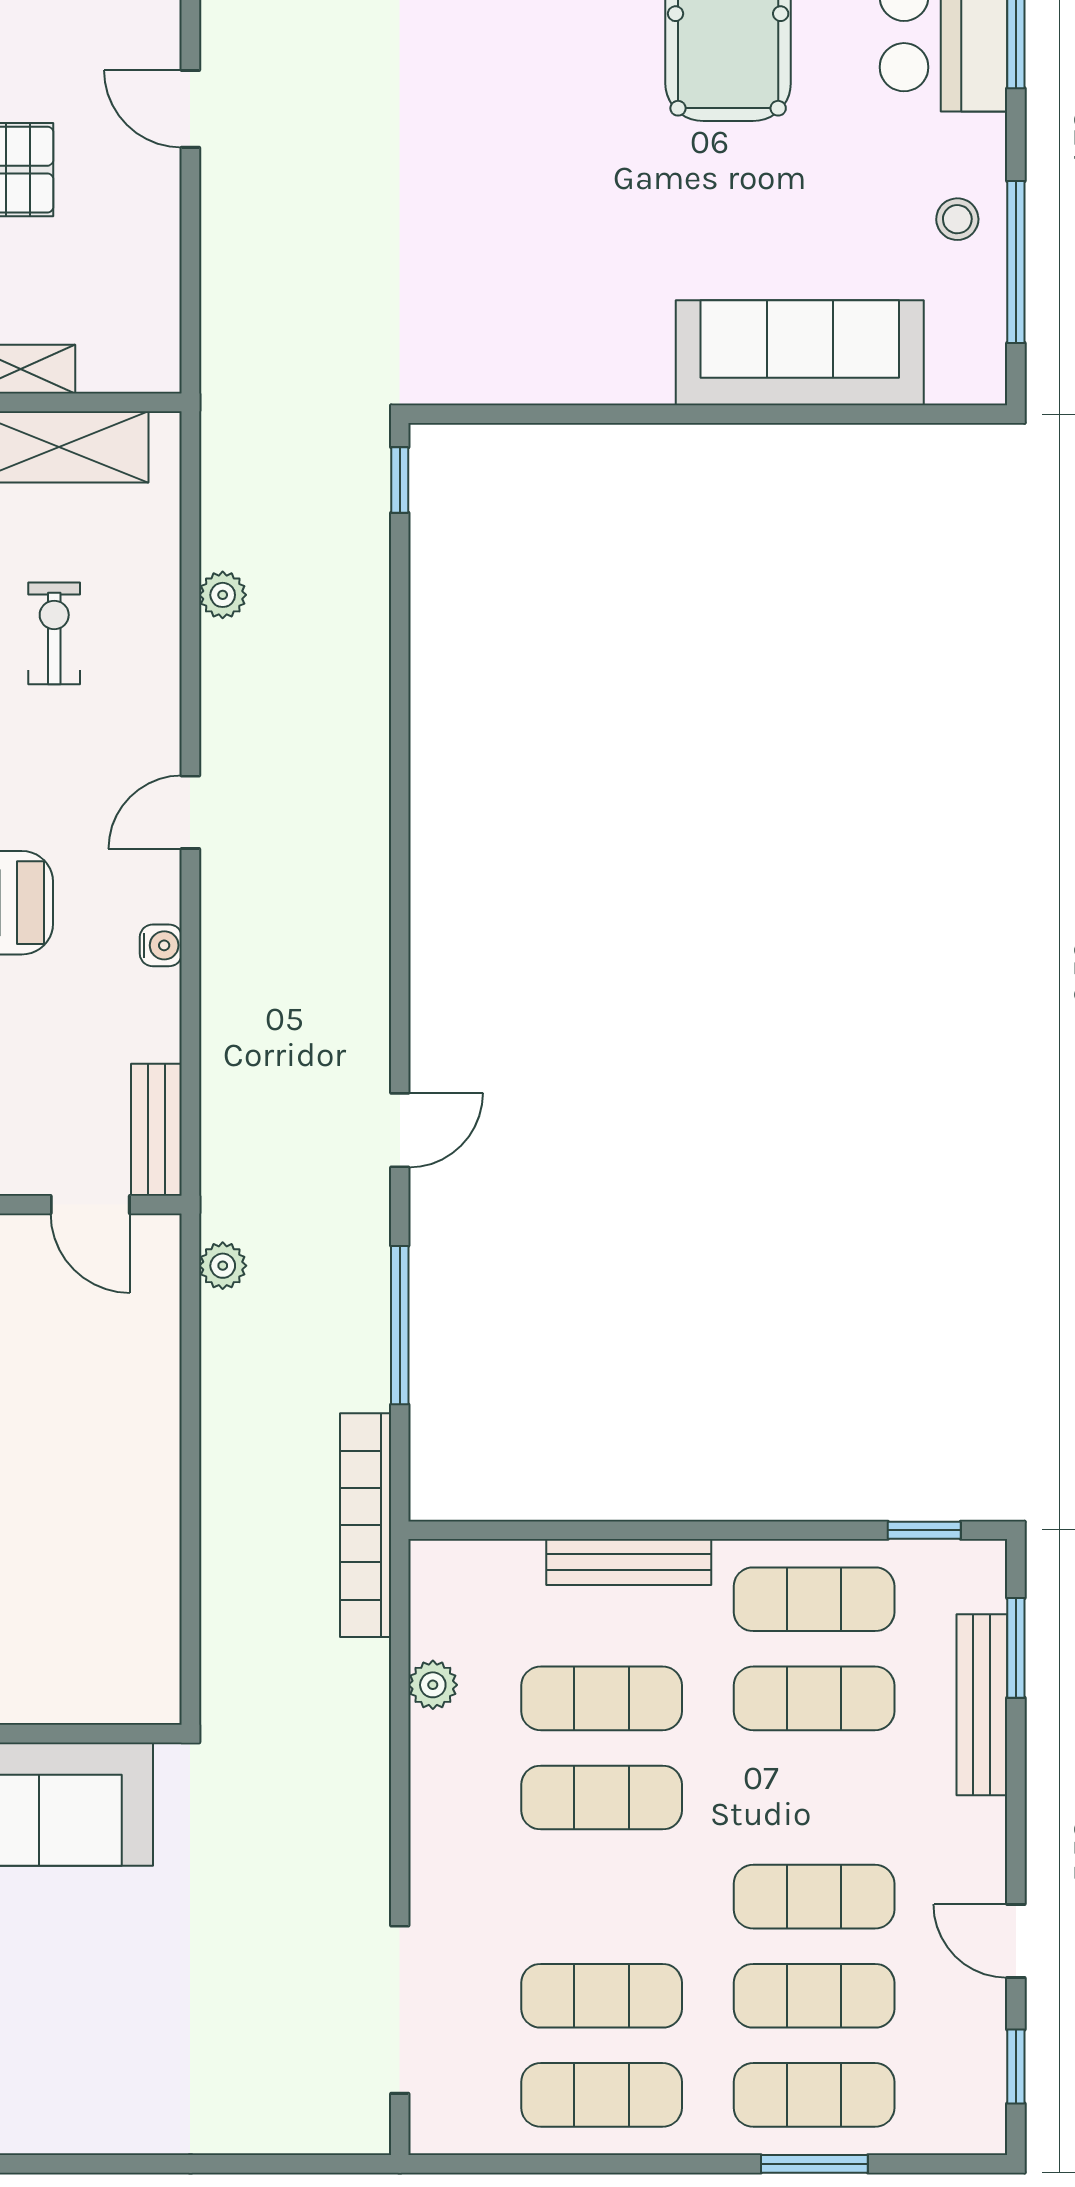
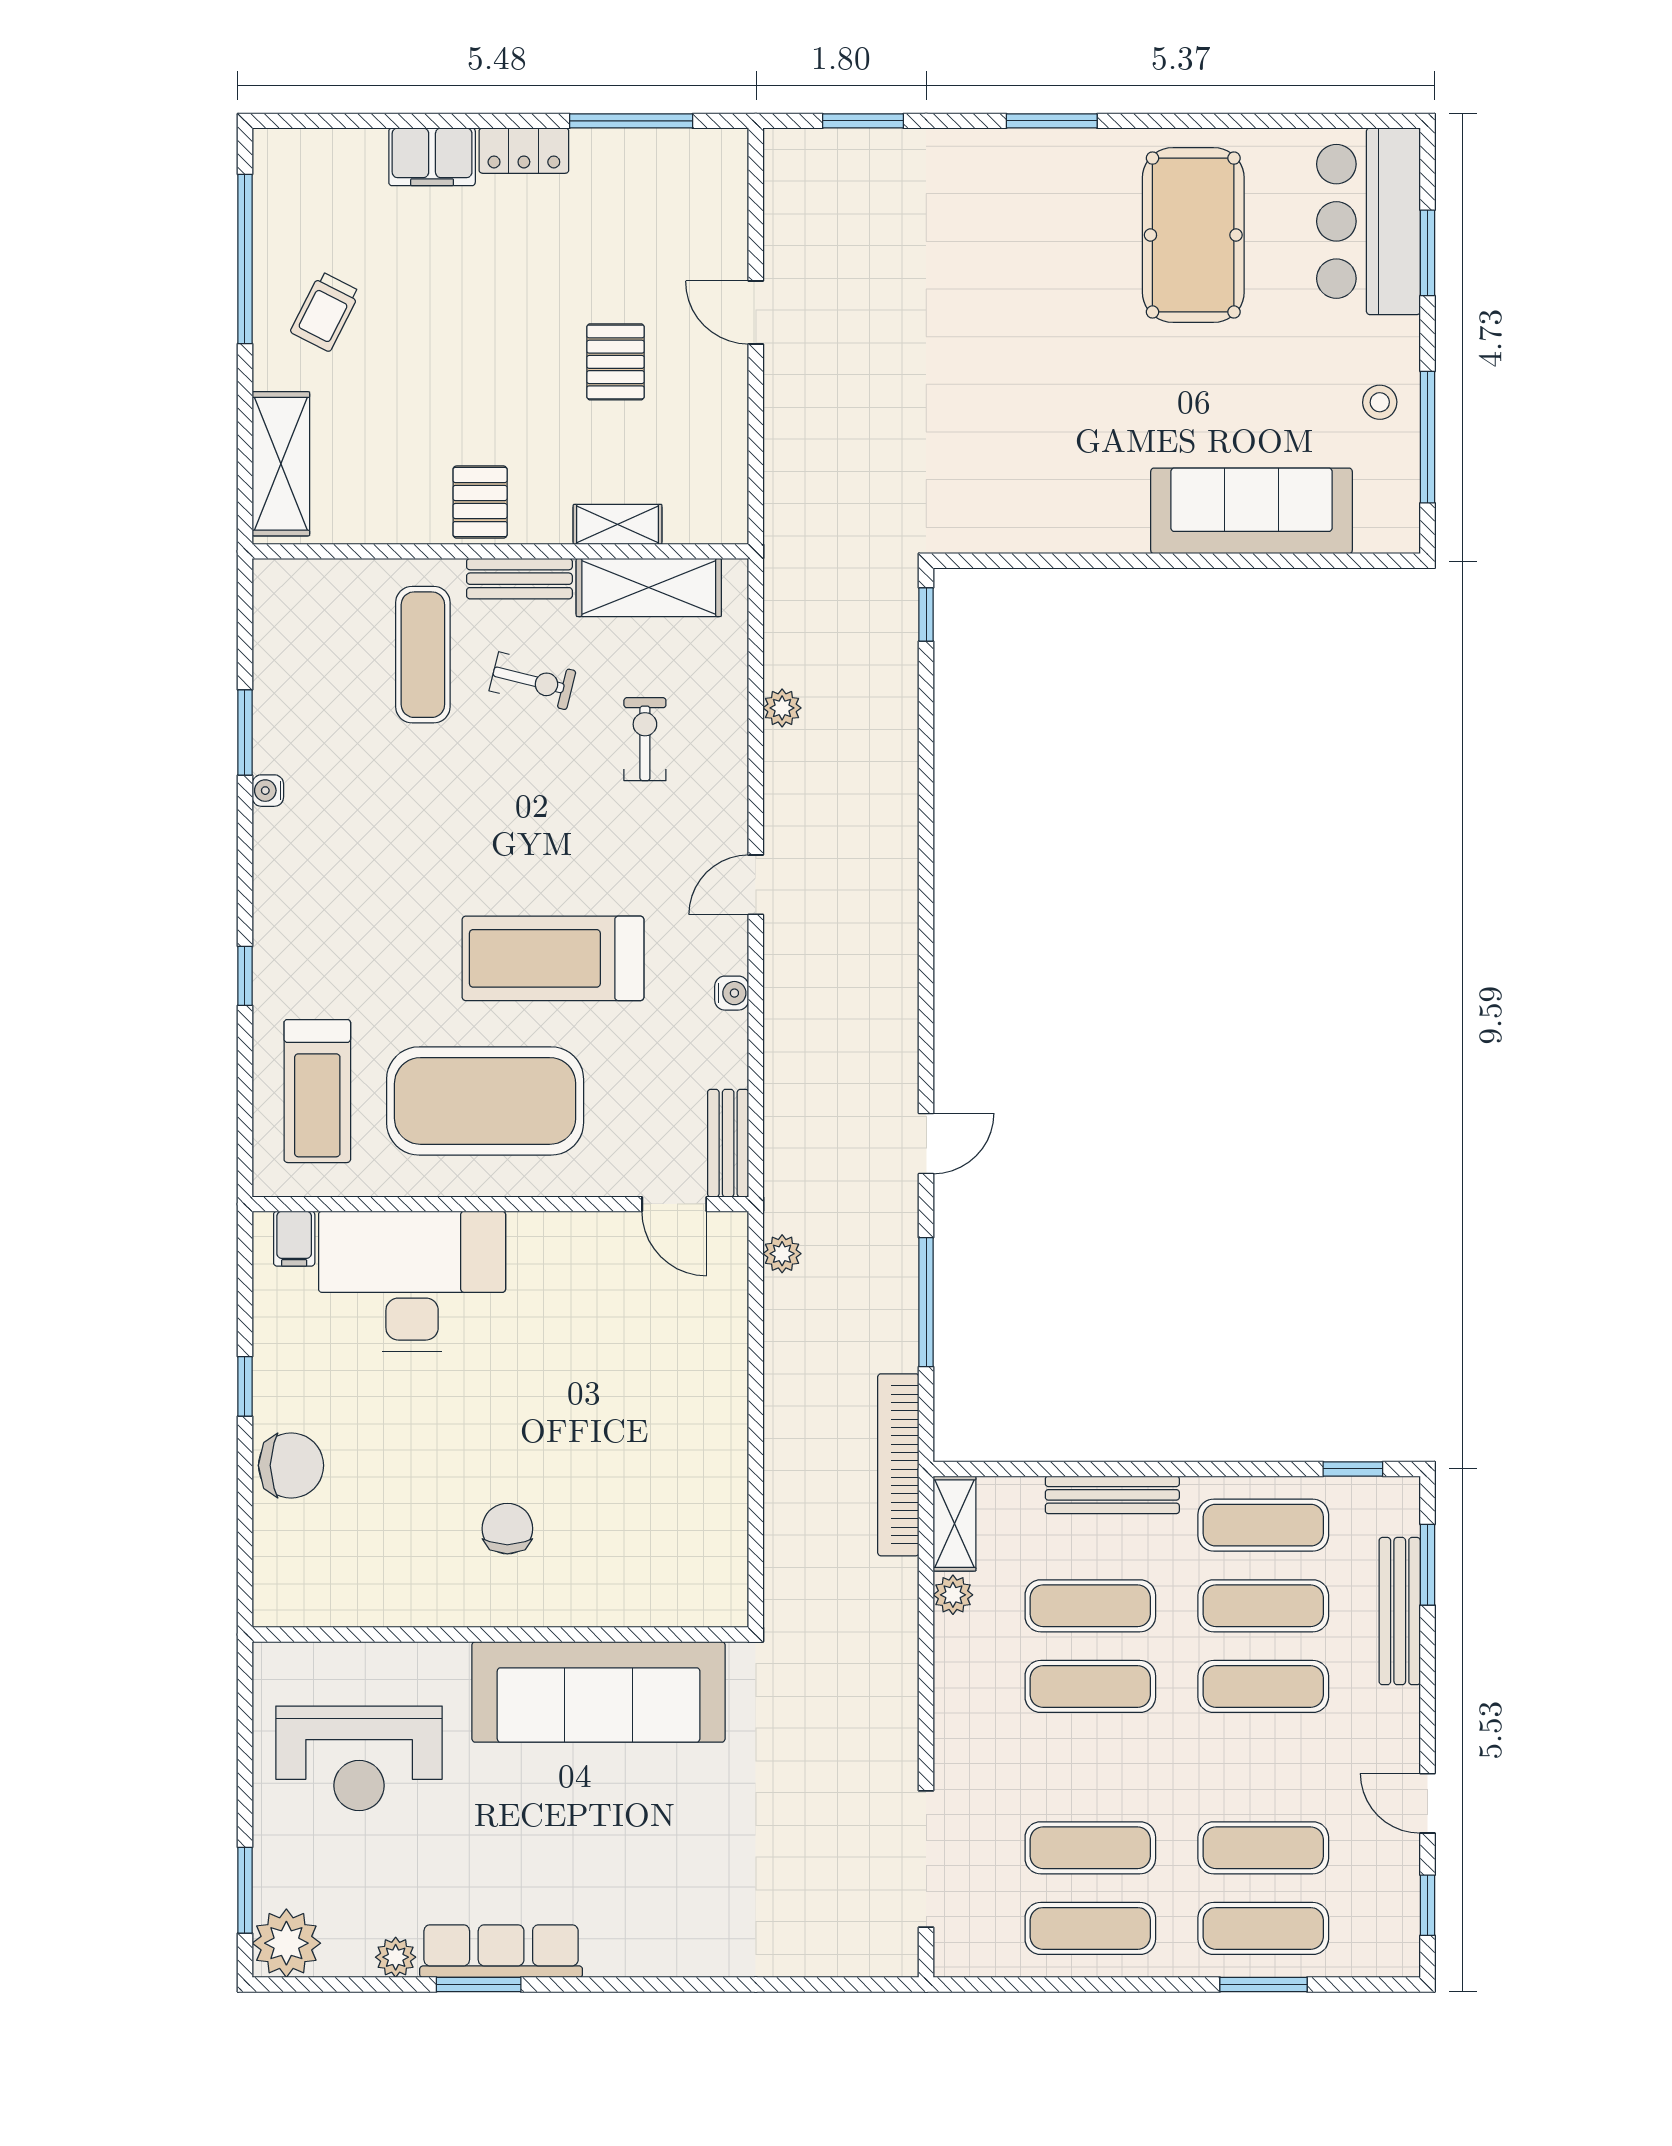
shelving: (435, 1597) -> (955, 1524), added
exercise mat: (814, 1897) -> (1263, 1686), moved

